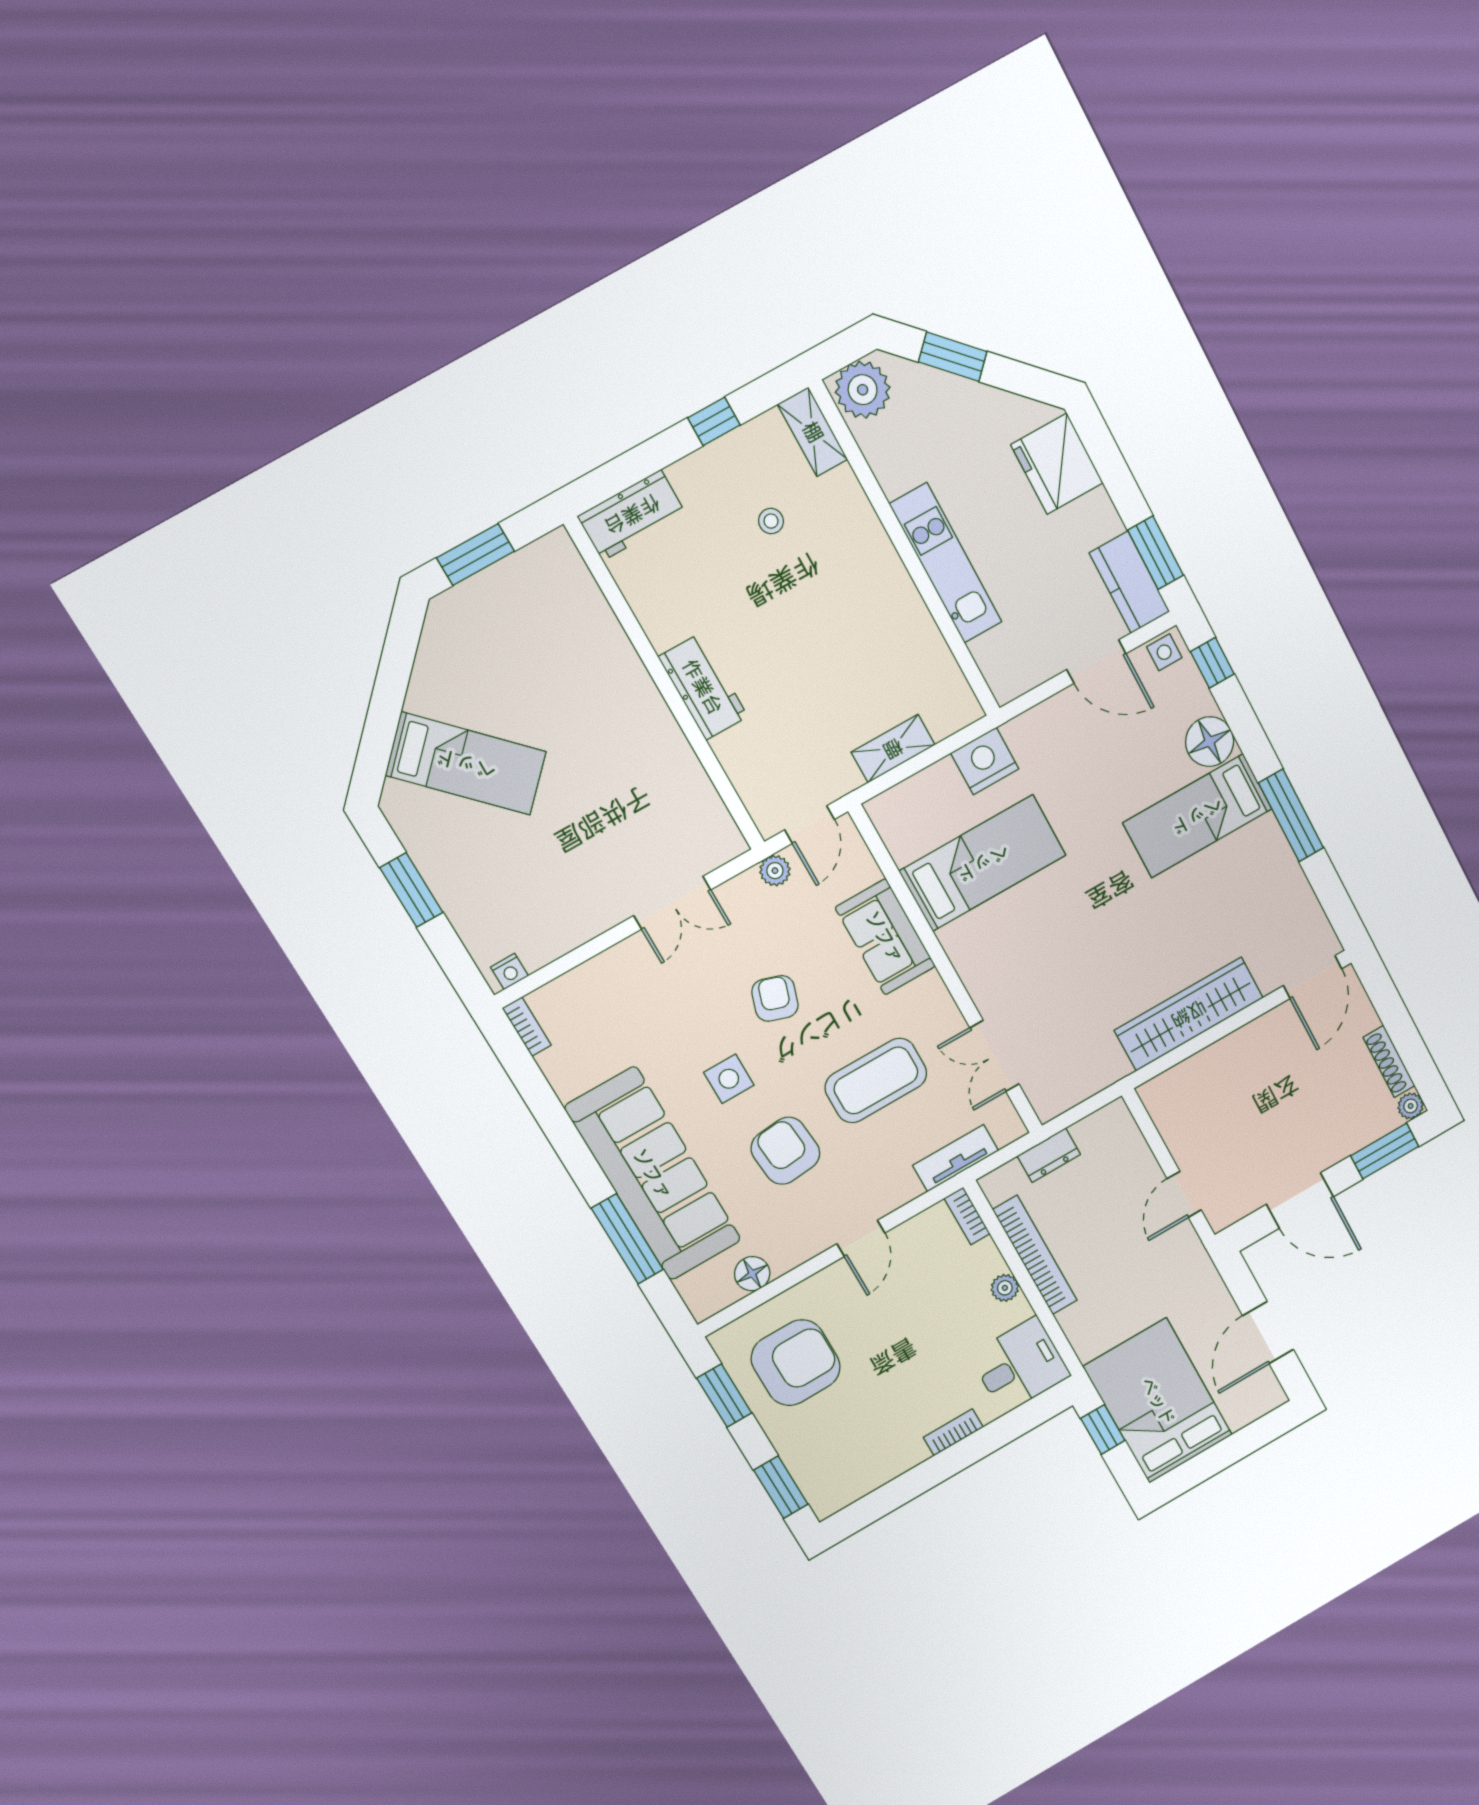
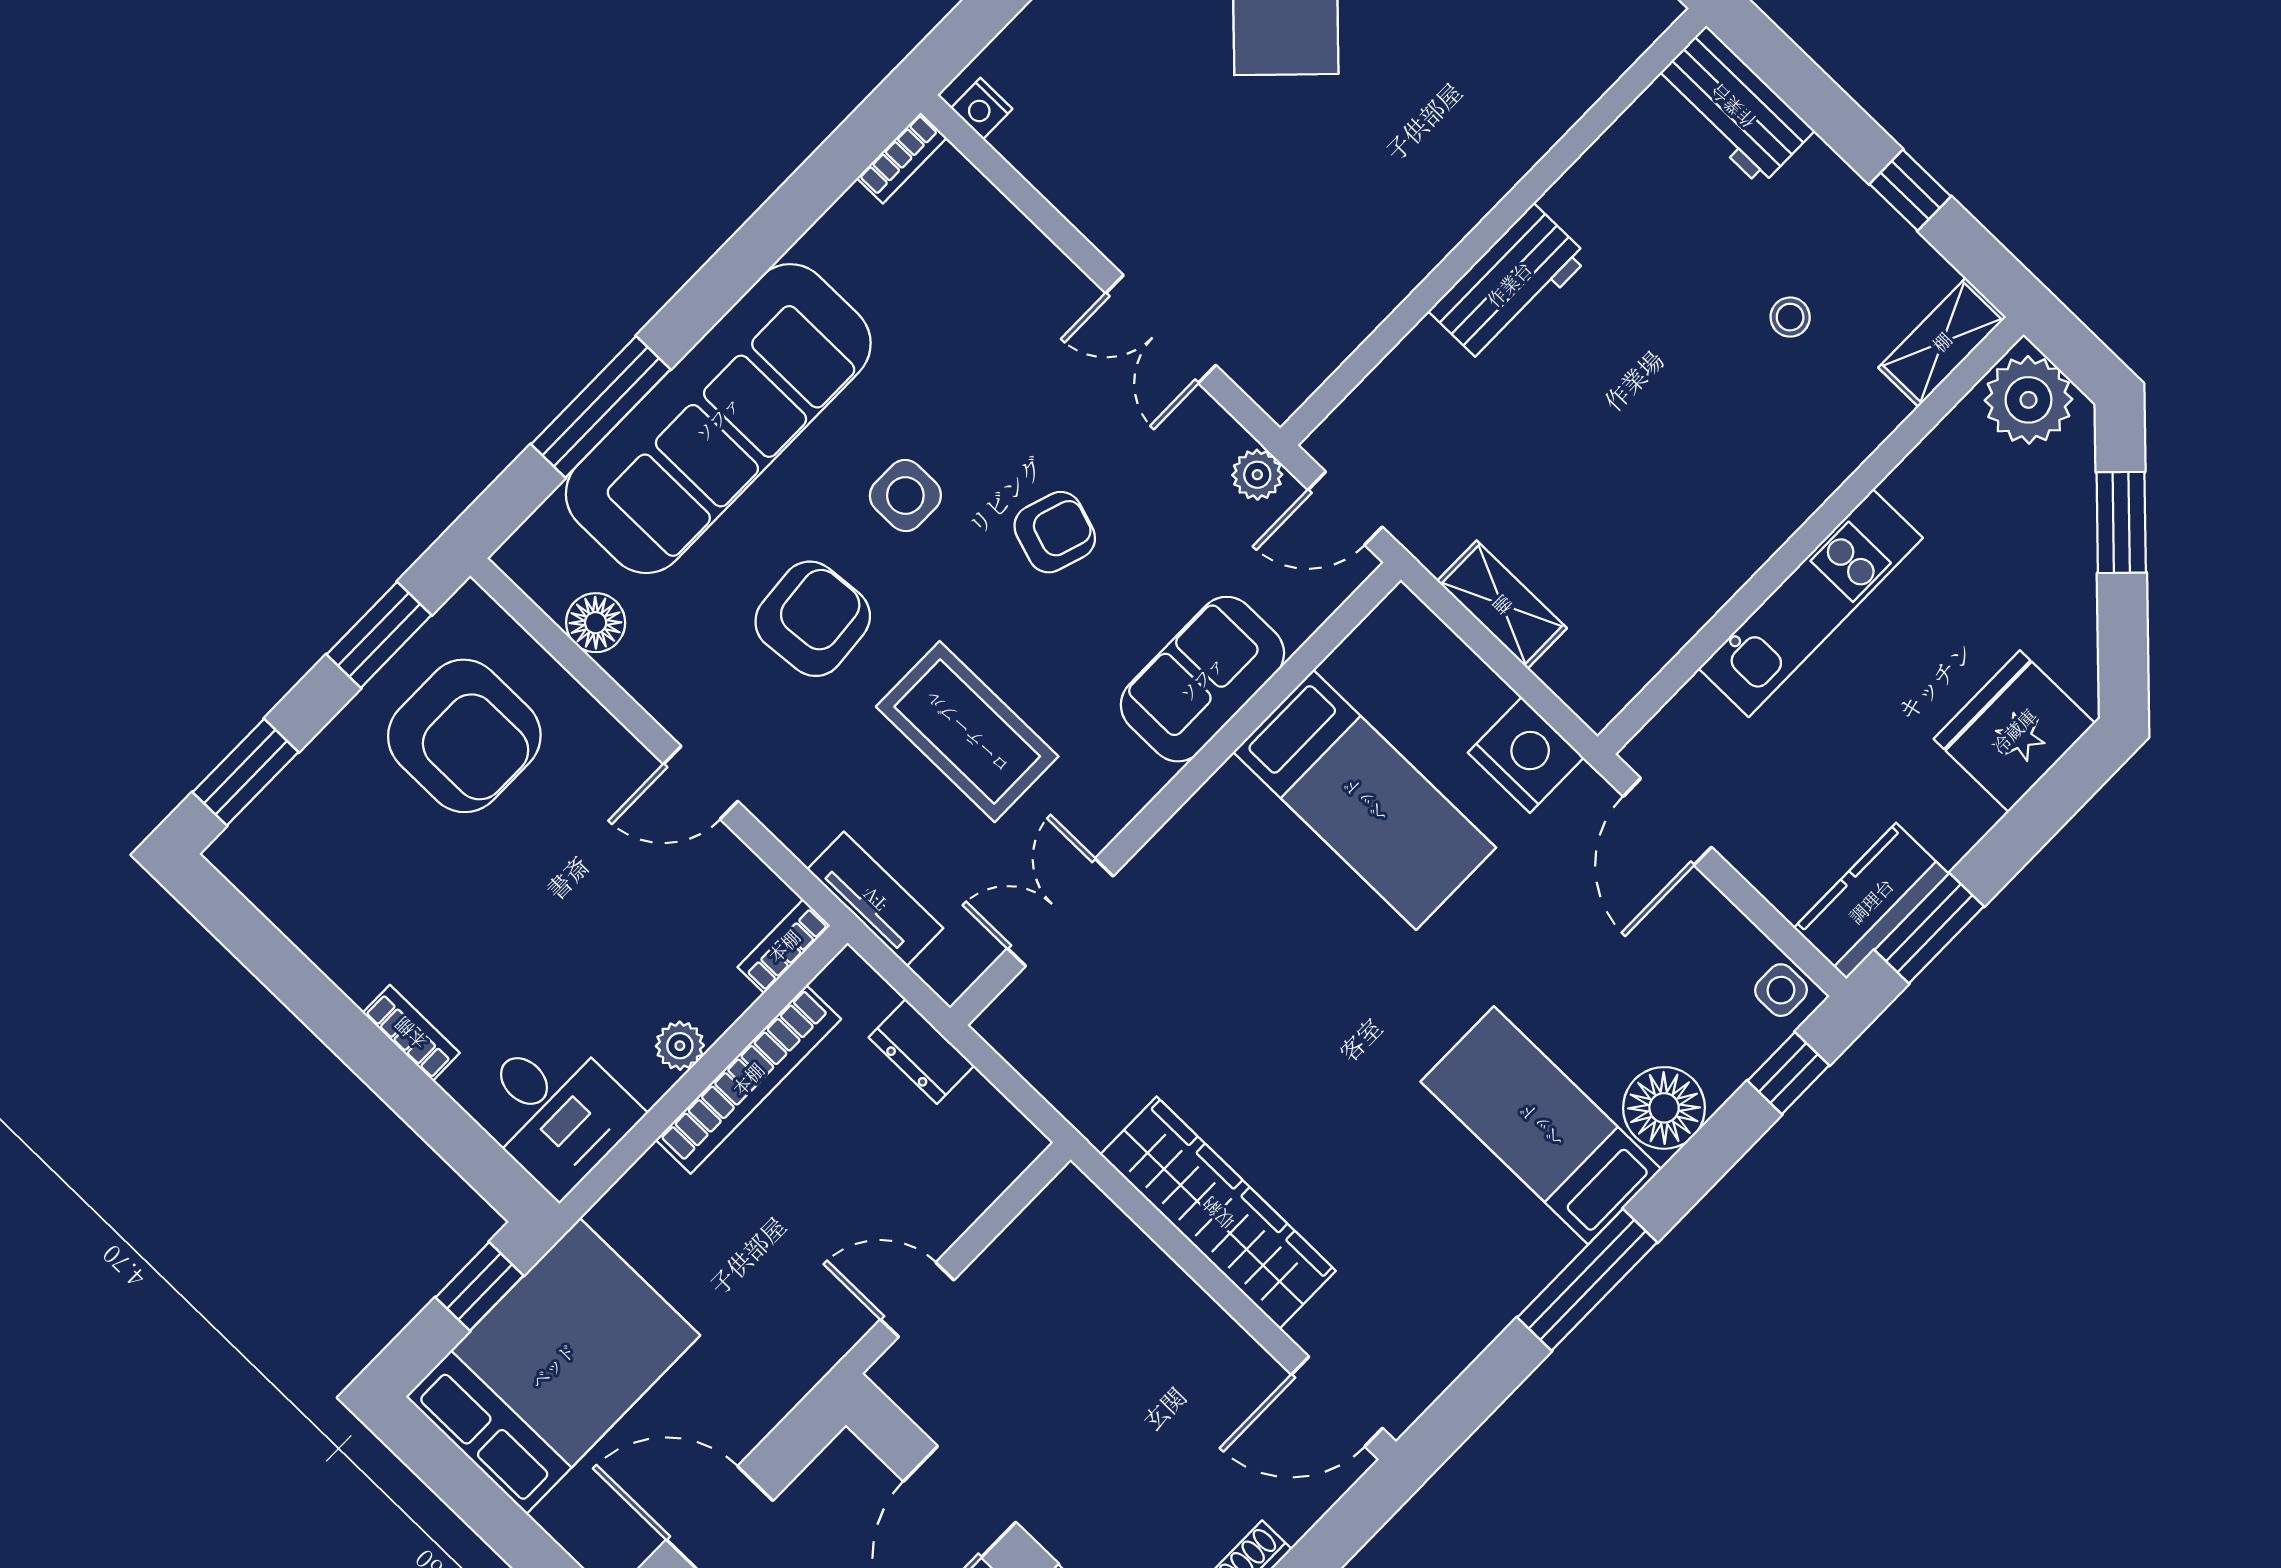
door: (1096, 662) -> (1667, 822), moved

